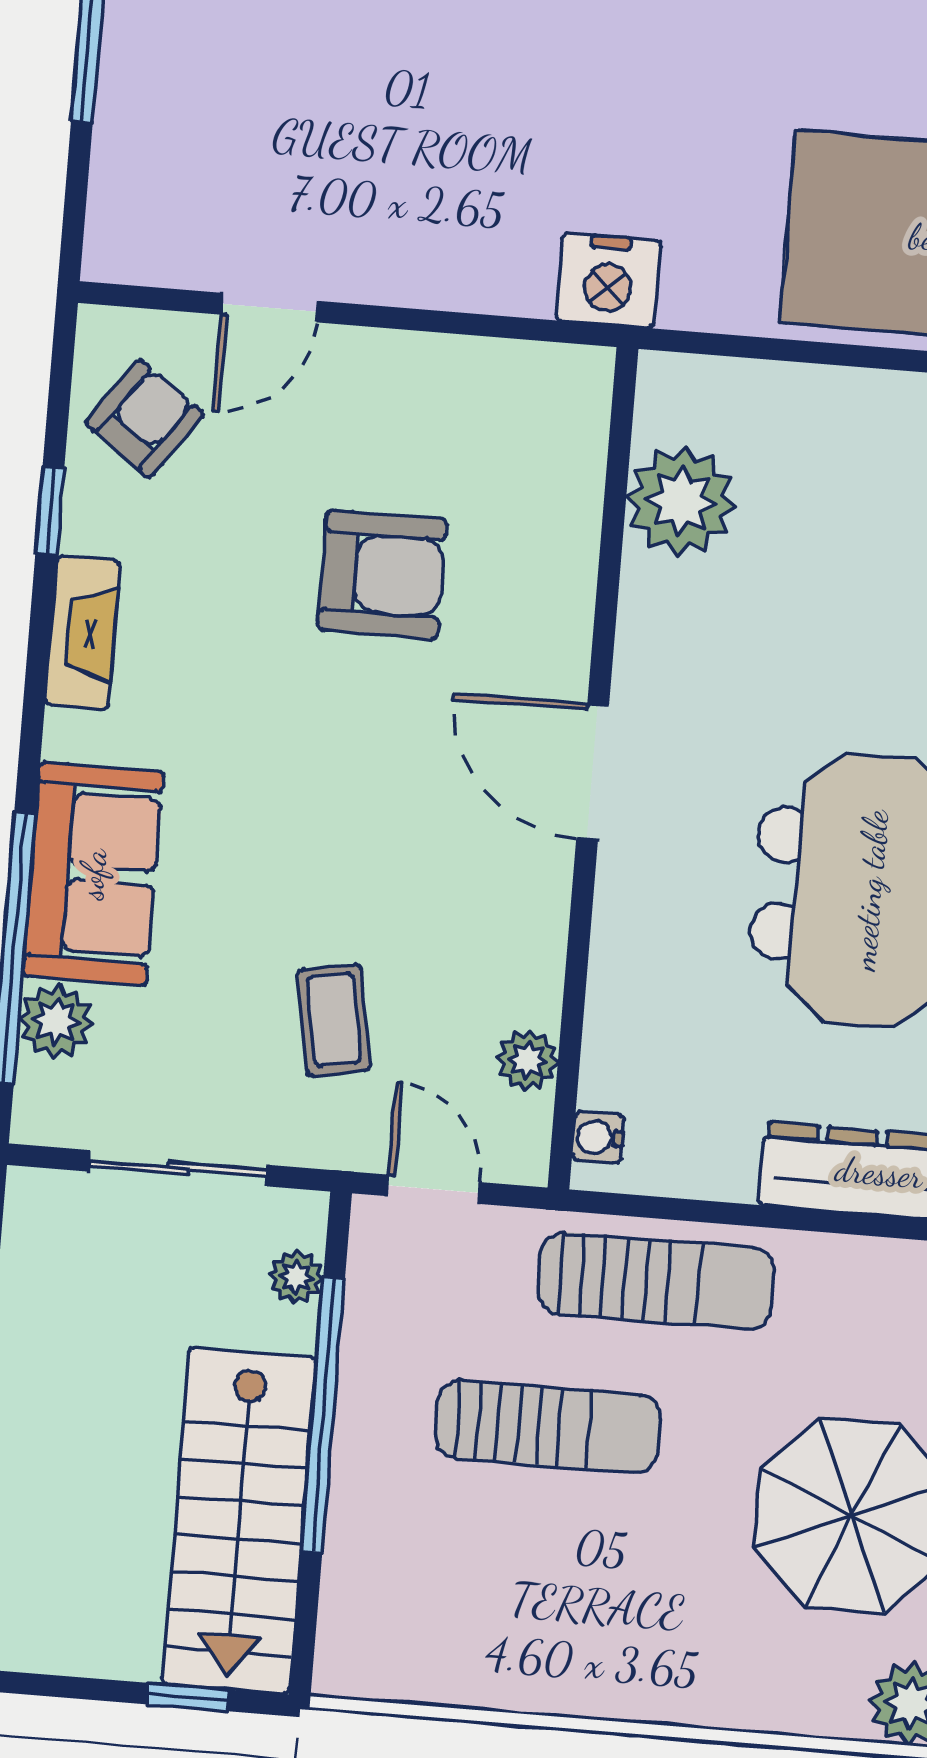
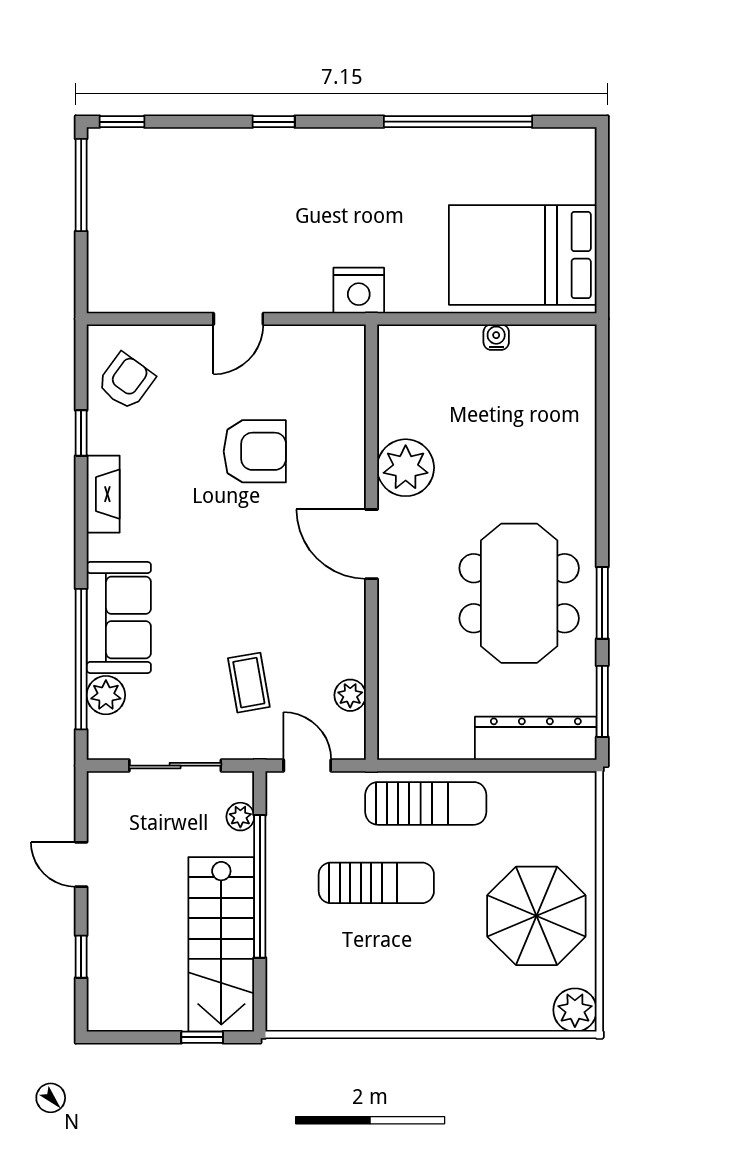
door: (269, 308) -> (238, 319), moved
plant: (681, 501) -> (406, 468), moved
water cooler: (598, 1137) -> (496, 337), moved, turned 90

